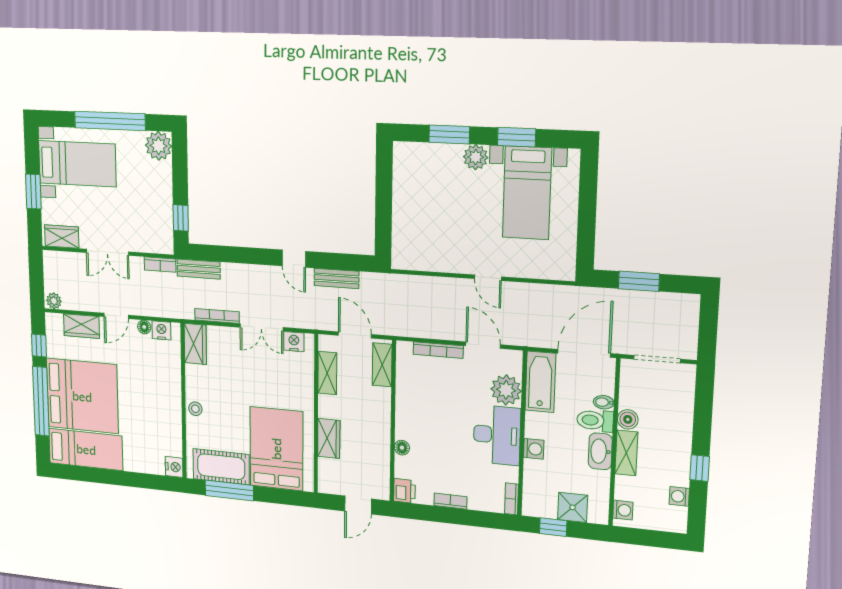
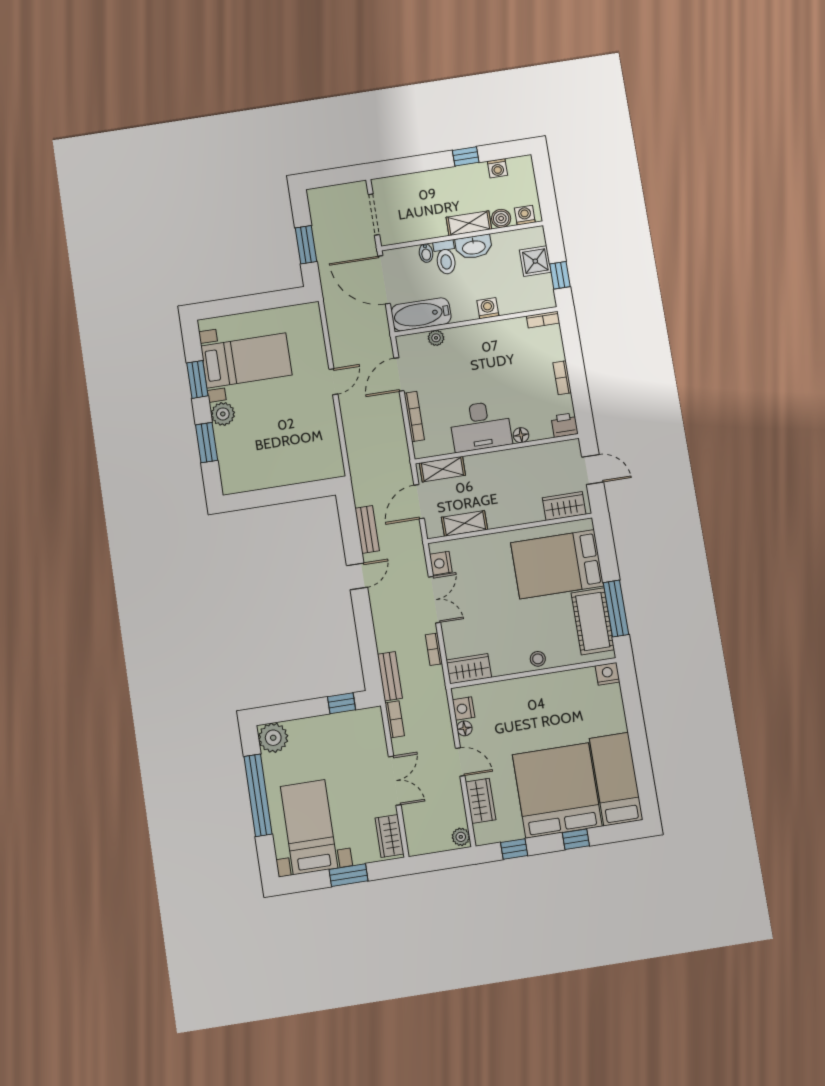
bookcase: (217, 316) -> (434, 649), width x0.64
plant: (506, 390) -> (436, 338), width x0.53, depth x0.53
window: (41, 401) -> (576, 839), width x0.32
boiler: (628, 419) -> (501, 218), moved
desk: (497, 435) -> (481, 426), moved, turned 180
wardrobe: (329, 438) -> (564, 506), moved

